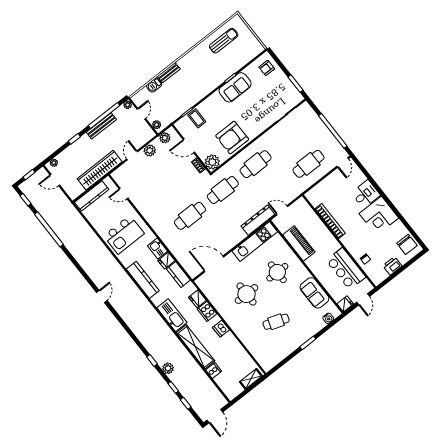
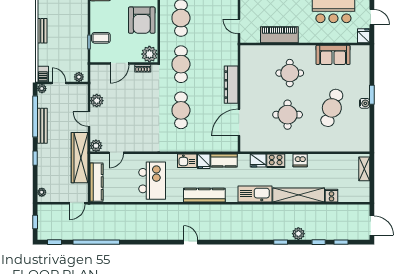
barbecue: (154, 85) -> (43, 74), moved
plant: (165, 138) -> (96, 146), moved
door: (55, 180) -> (77, 203), moved
door: (282, 210) -> (239, 27), hinge flipped
dresser: (258, 220) -> (231, 85), moved
kitchen unit: (255, 241) -> (248, 71), removed
water cooler: (328, 318) -> (365, 103), moved
cafe table: (276, 322) -> (332, 108), width x1.37, depth x1.35

